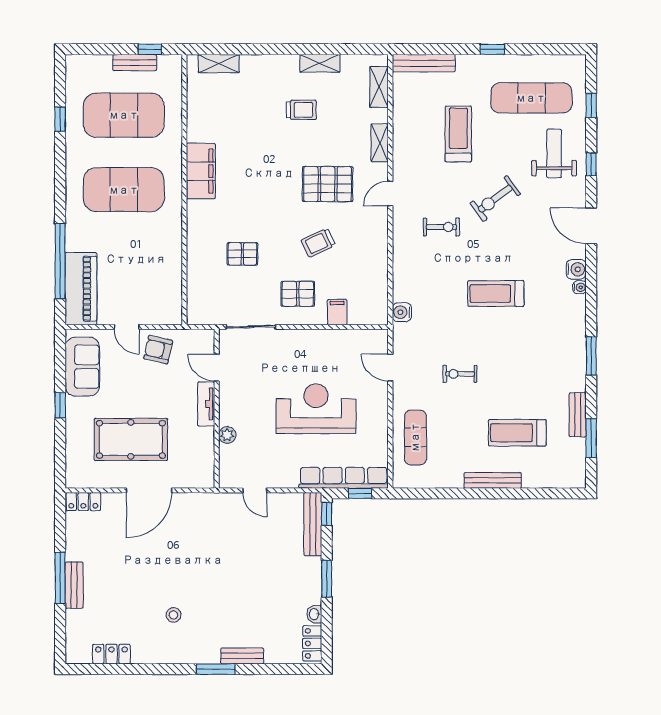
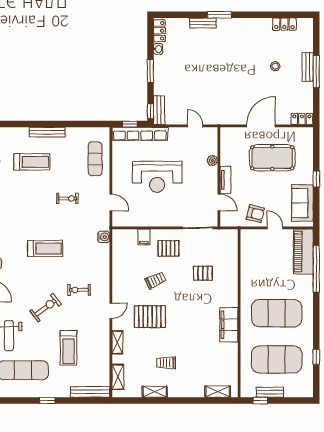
bench: (313, 524) -> (159, 110), width x0.73
stool: (173, 615) -> (275, 66), moved

